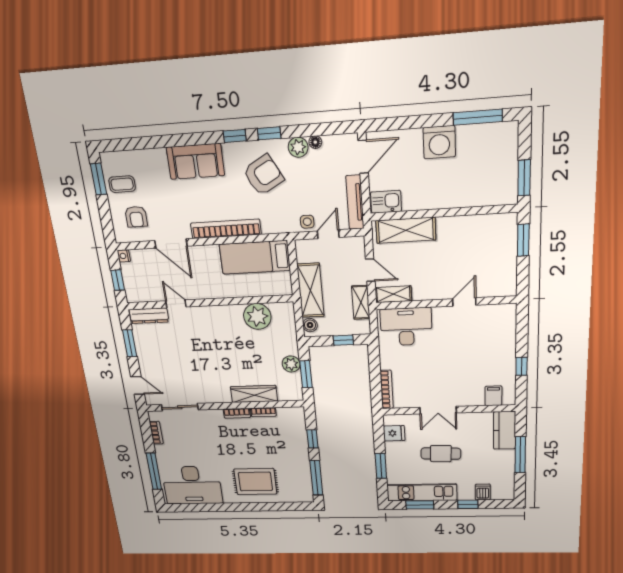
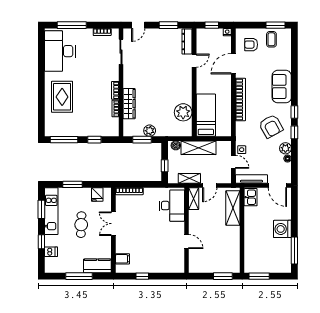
bed: (255, 257) -> (206, 115), moved

